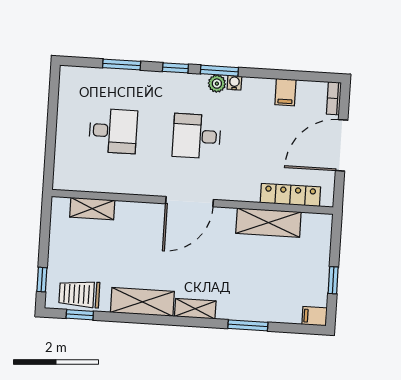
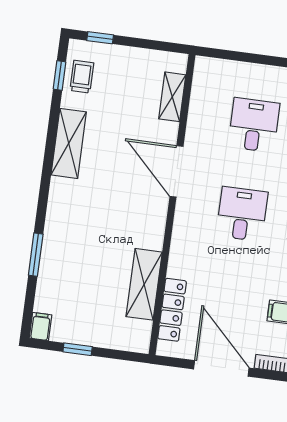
desk: (113, 131) -> (254, 125), turned 180
door: (190, 202) -> (176, 171), moved
trolley: (79, 294) -> (82, 77), width x0.73, depth x0.72
shelving: (195, 309) -> (57, 200), removed

